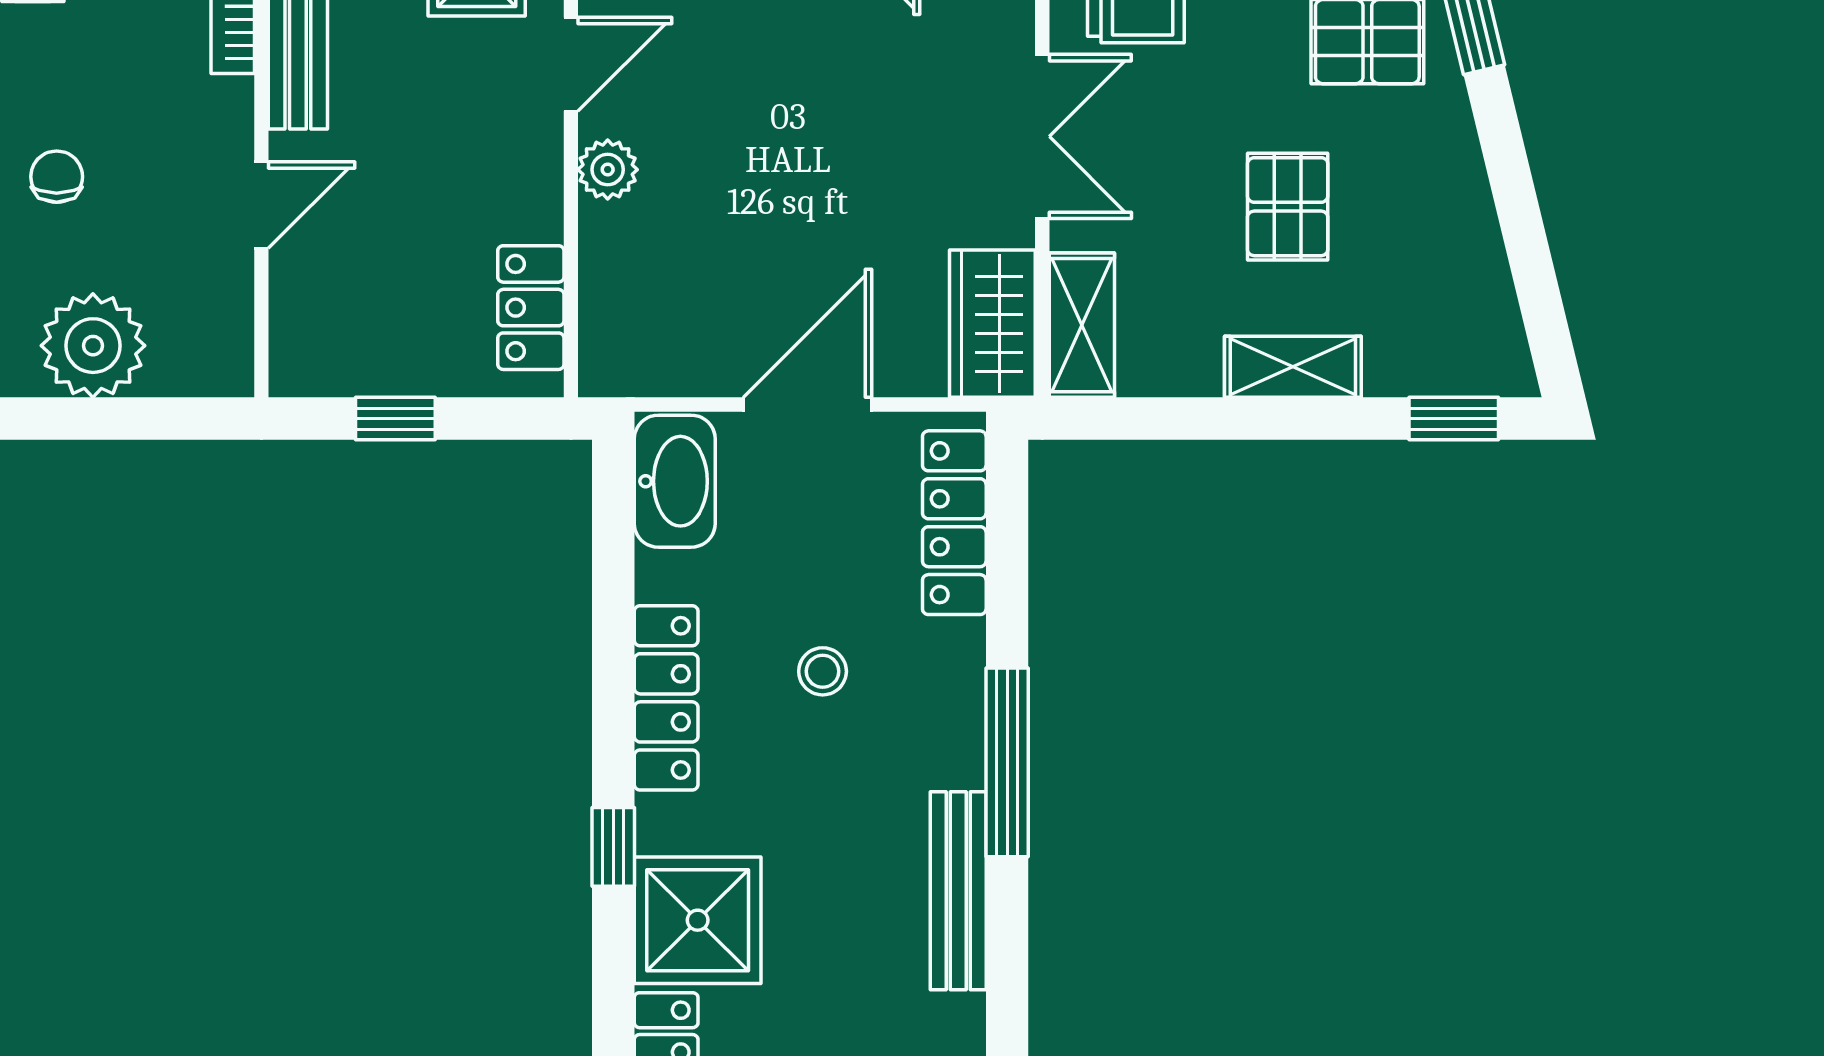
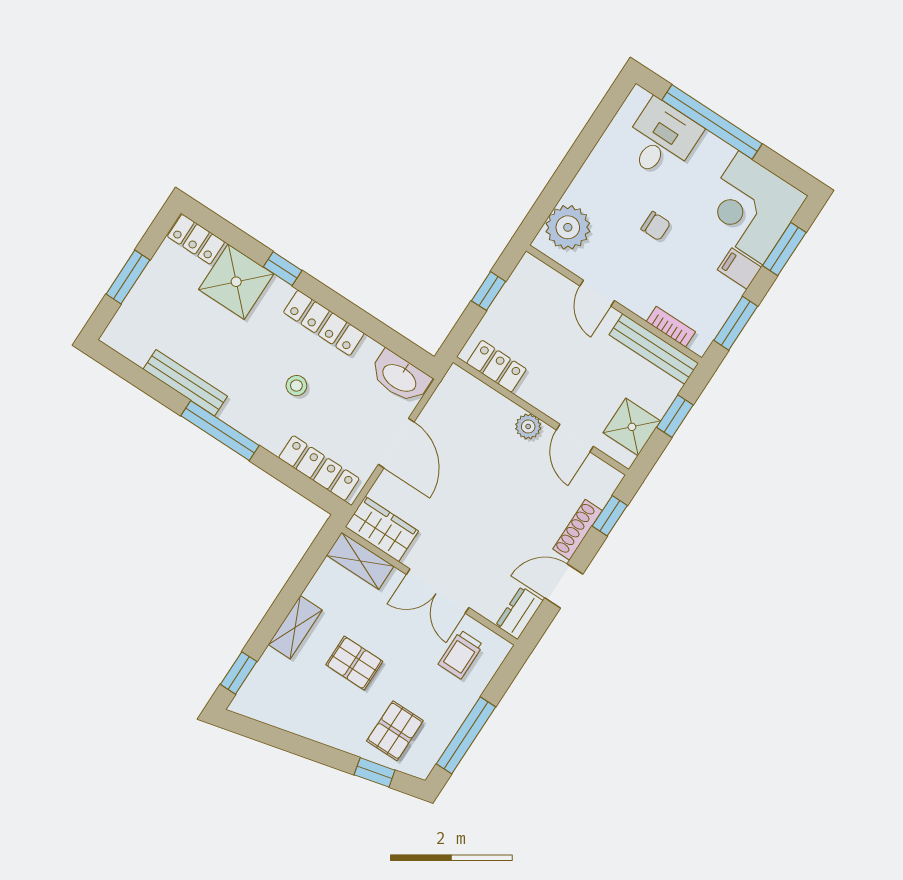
plant: (93, 346) -> (568, 227), moved

